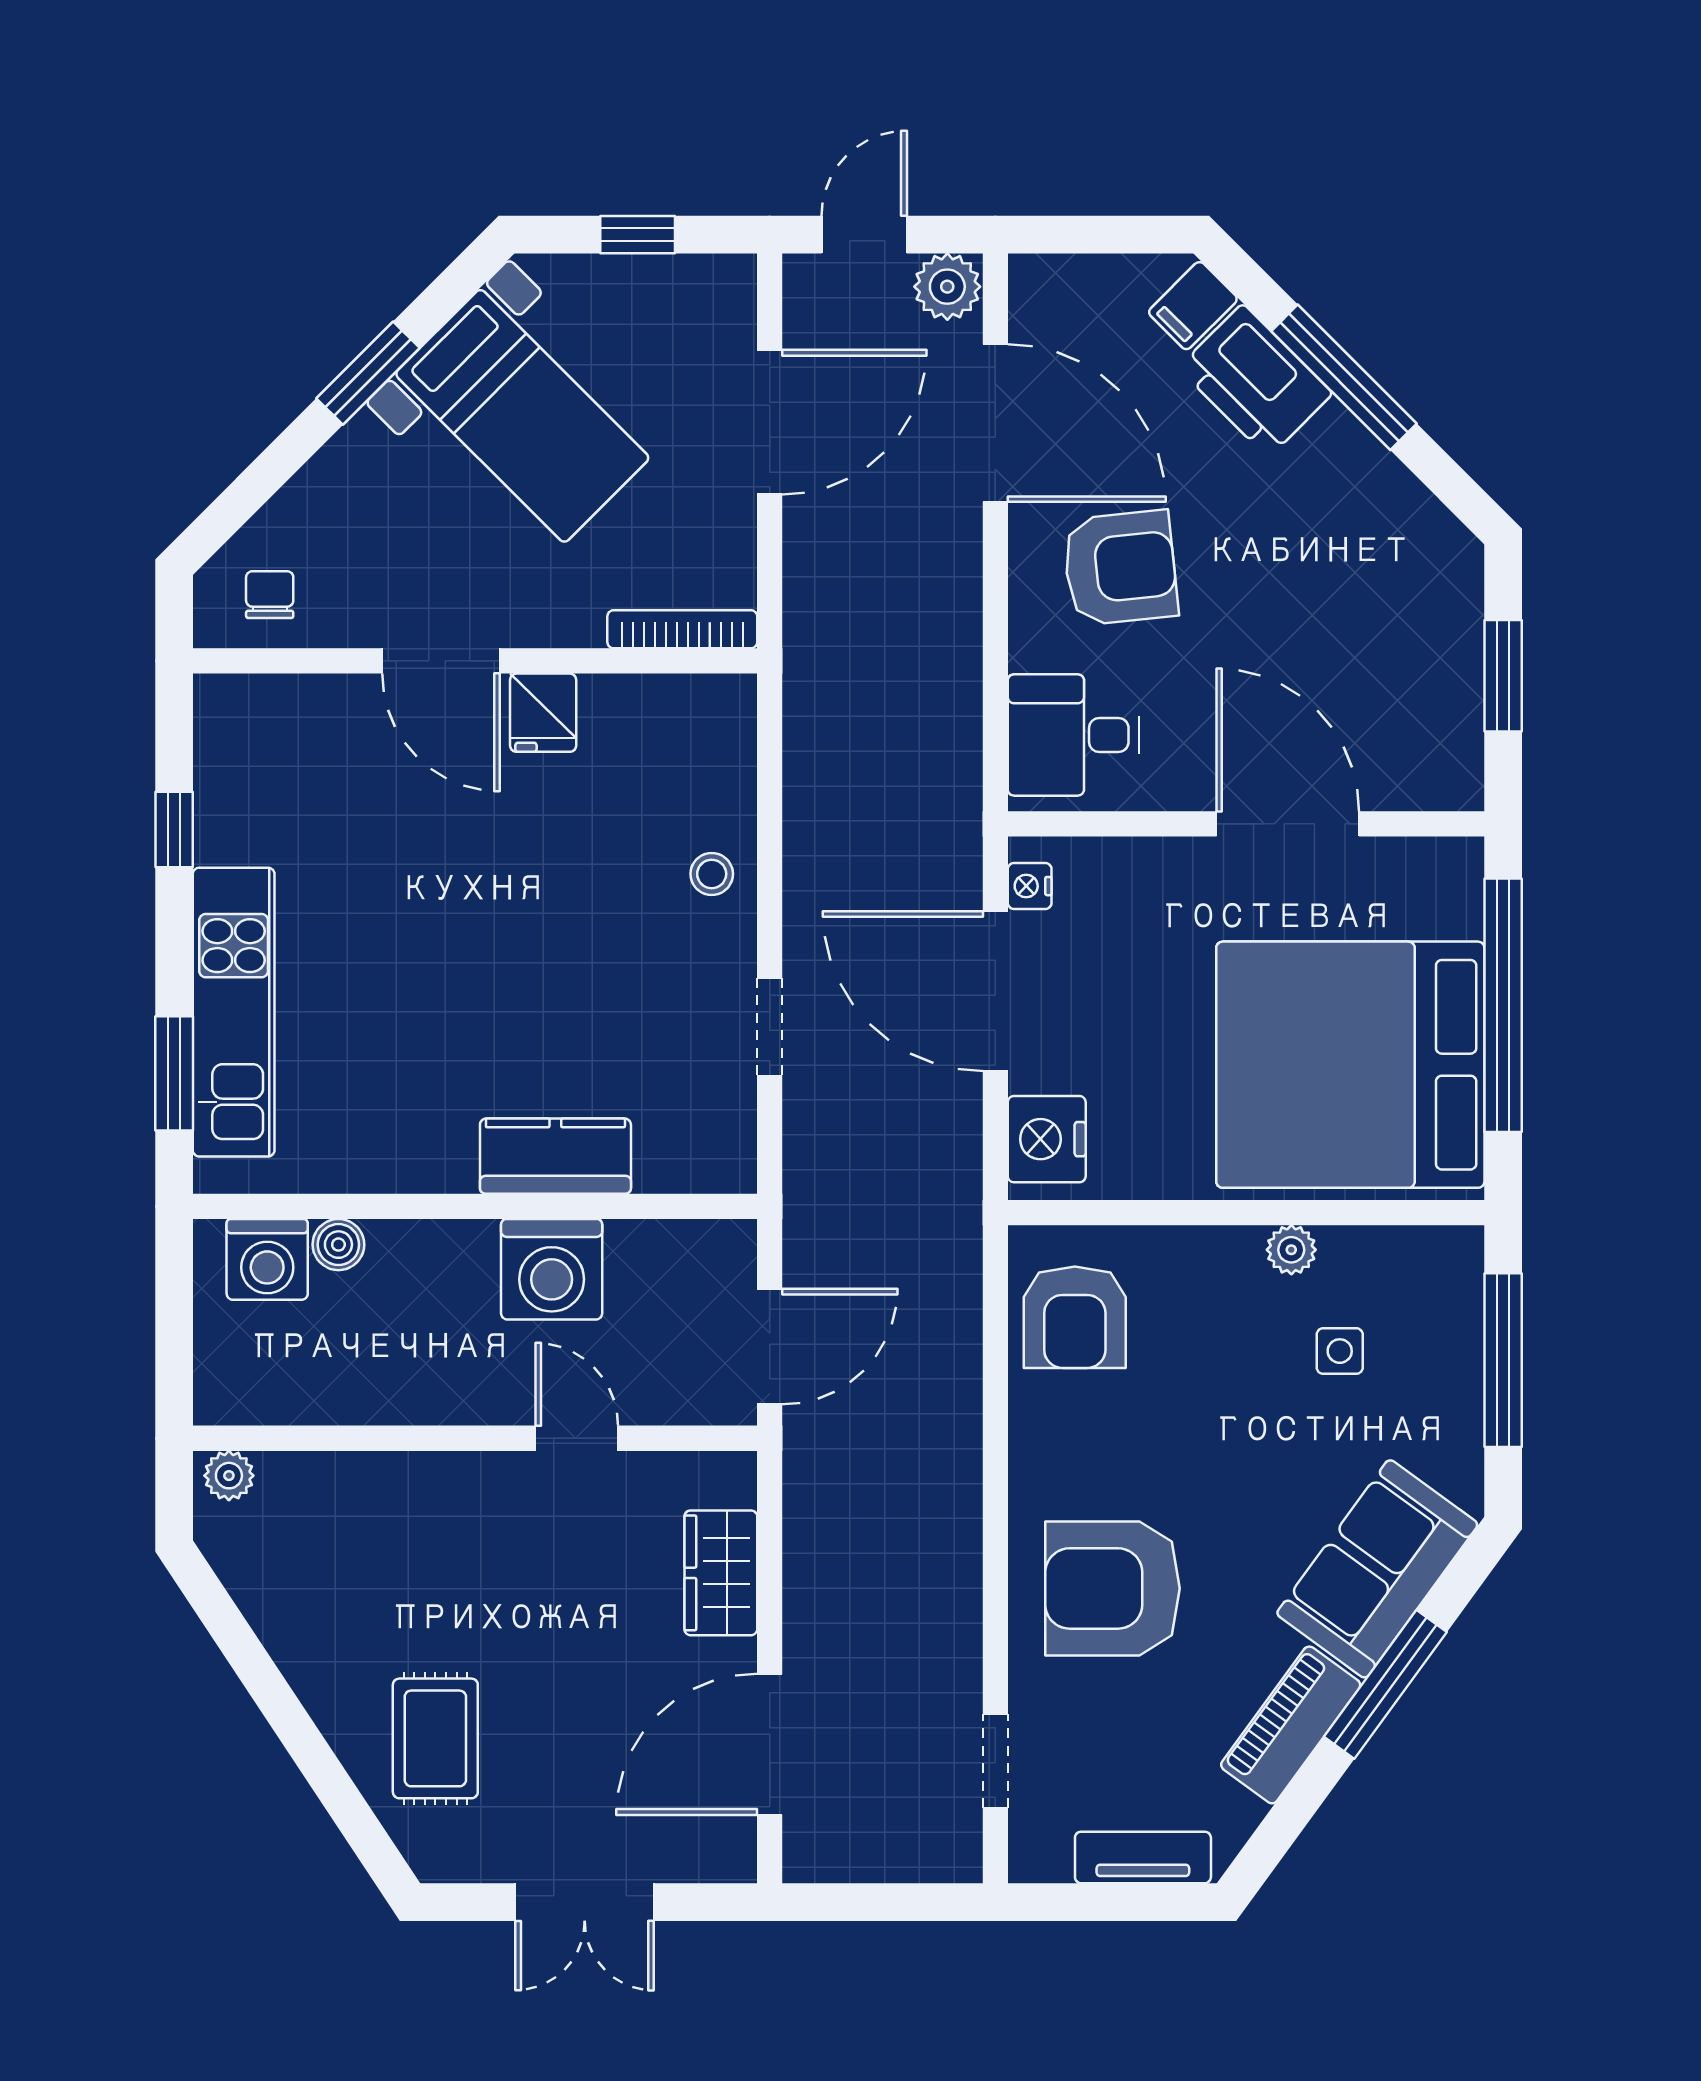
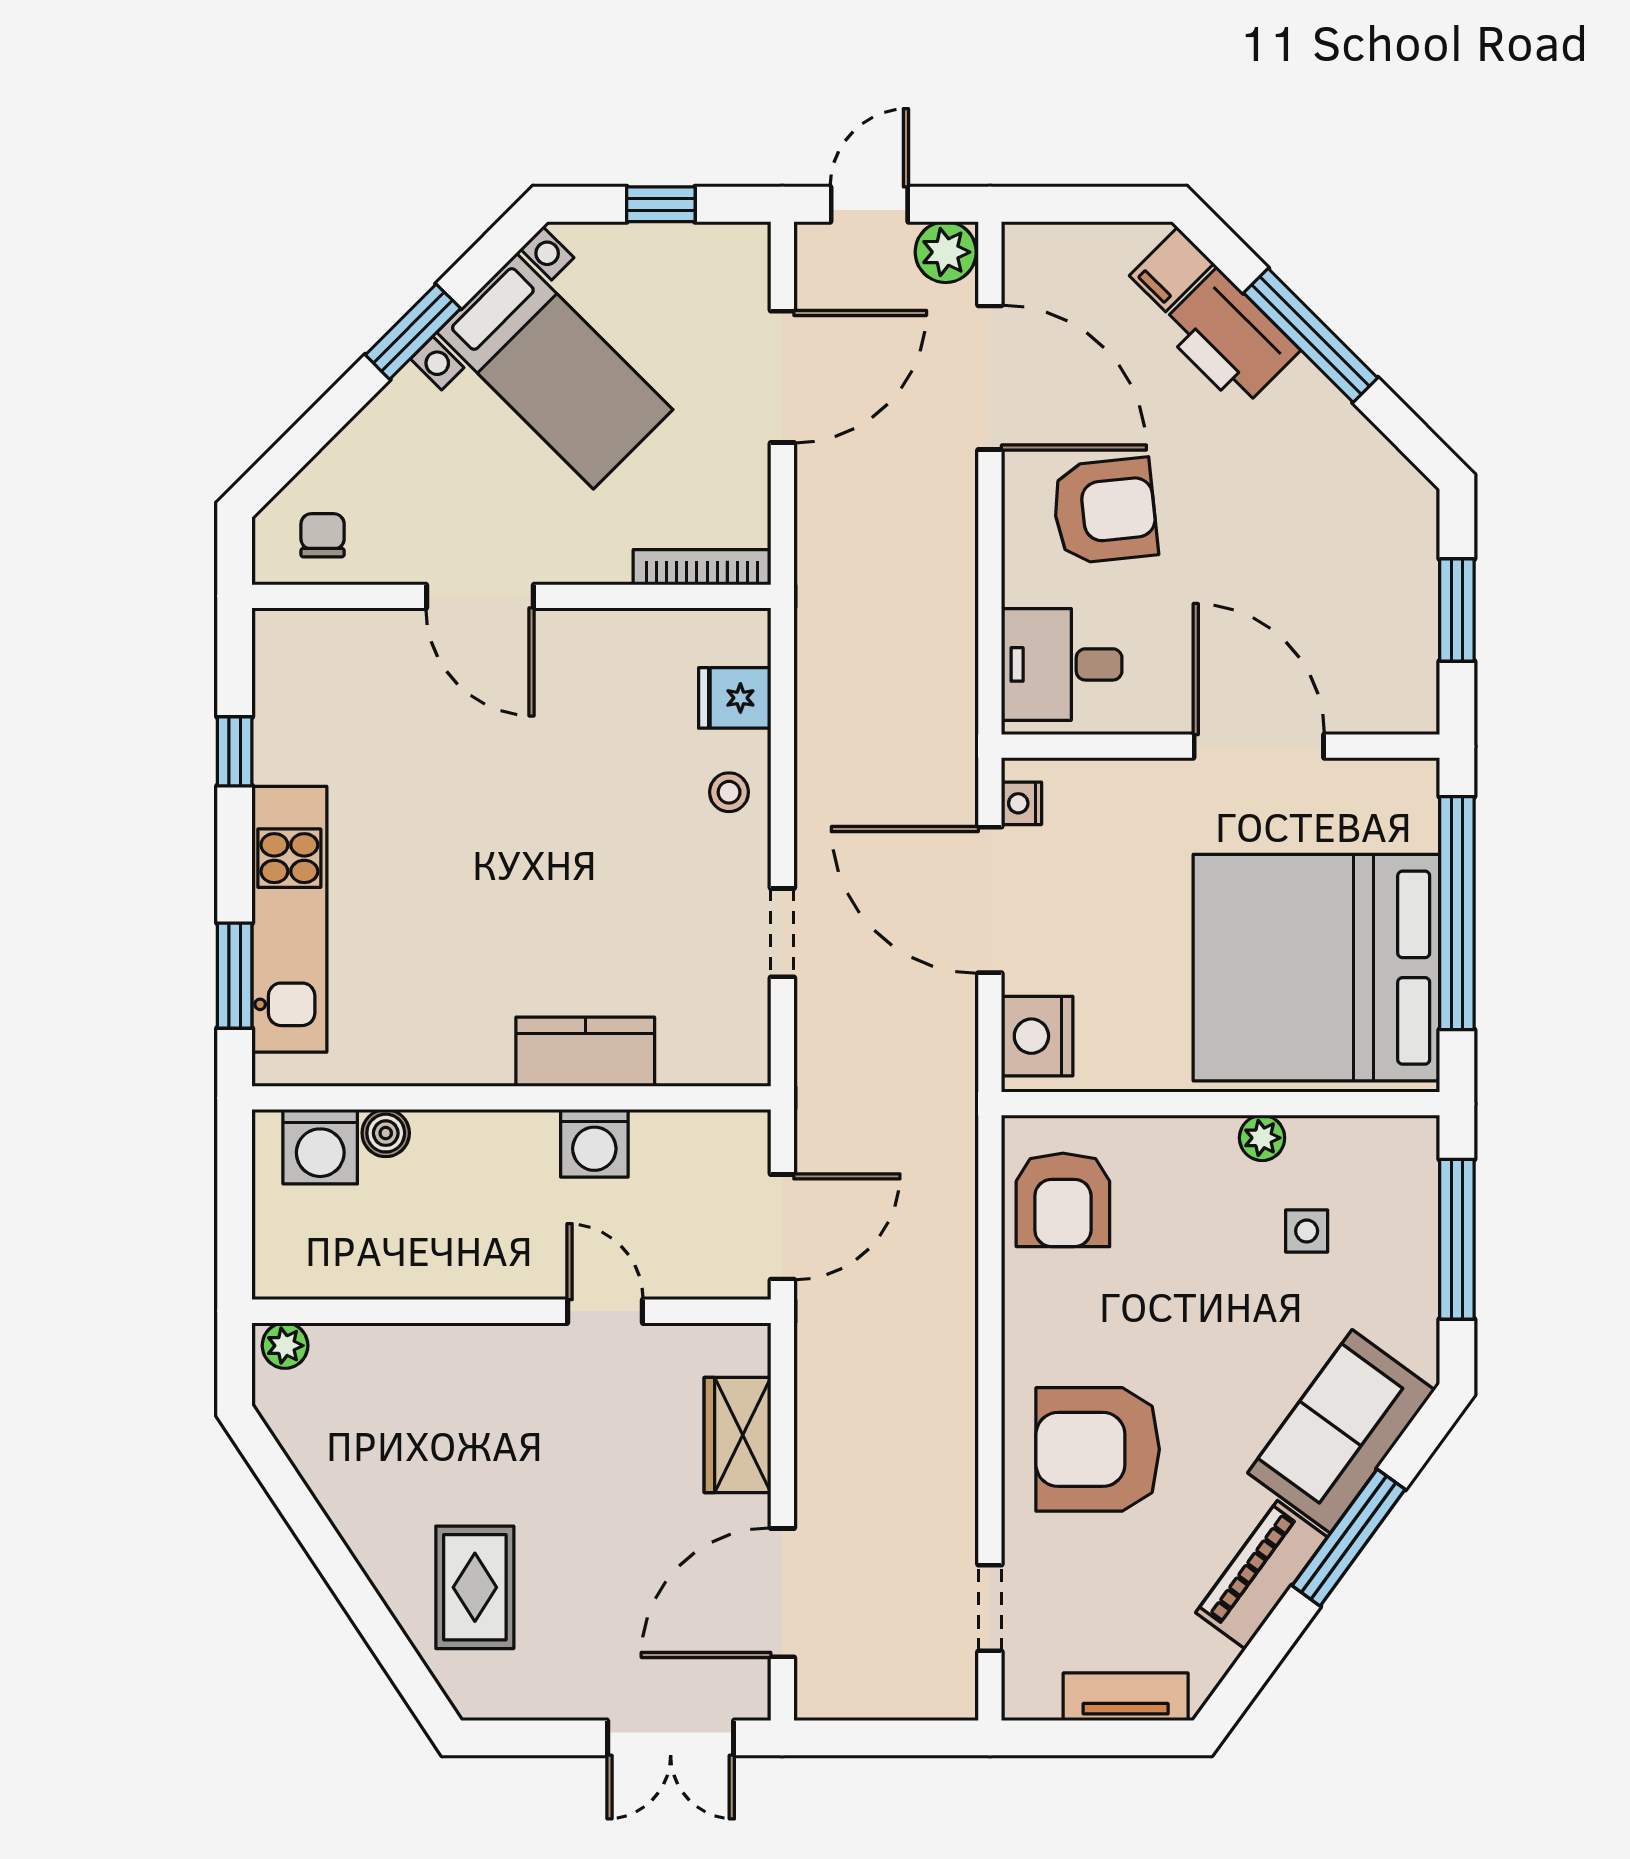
fridge: (543, 713) -> (735, 698), moved, turned 90
washing machine: (552, 1269) -> (594, 1143), width x0.73, depth x0.73
double door: (585, 1902) -> (671, 1738), moved

